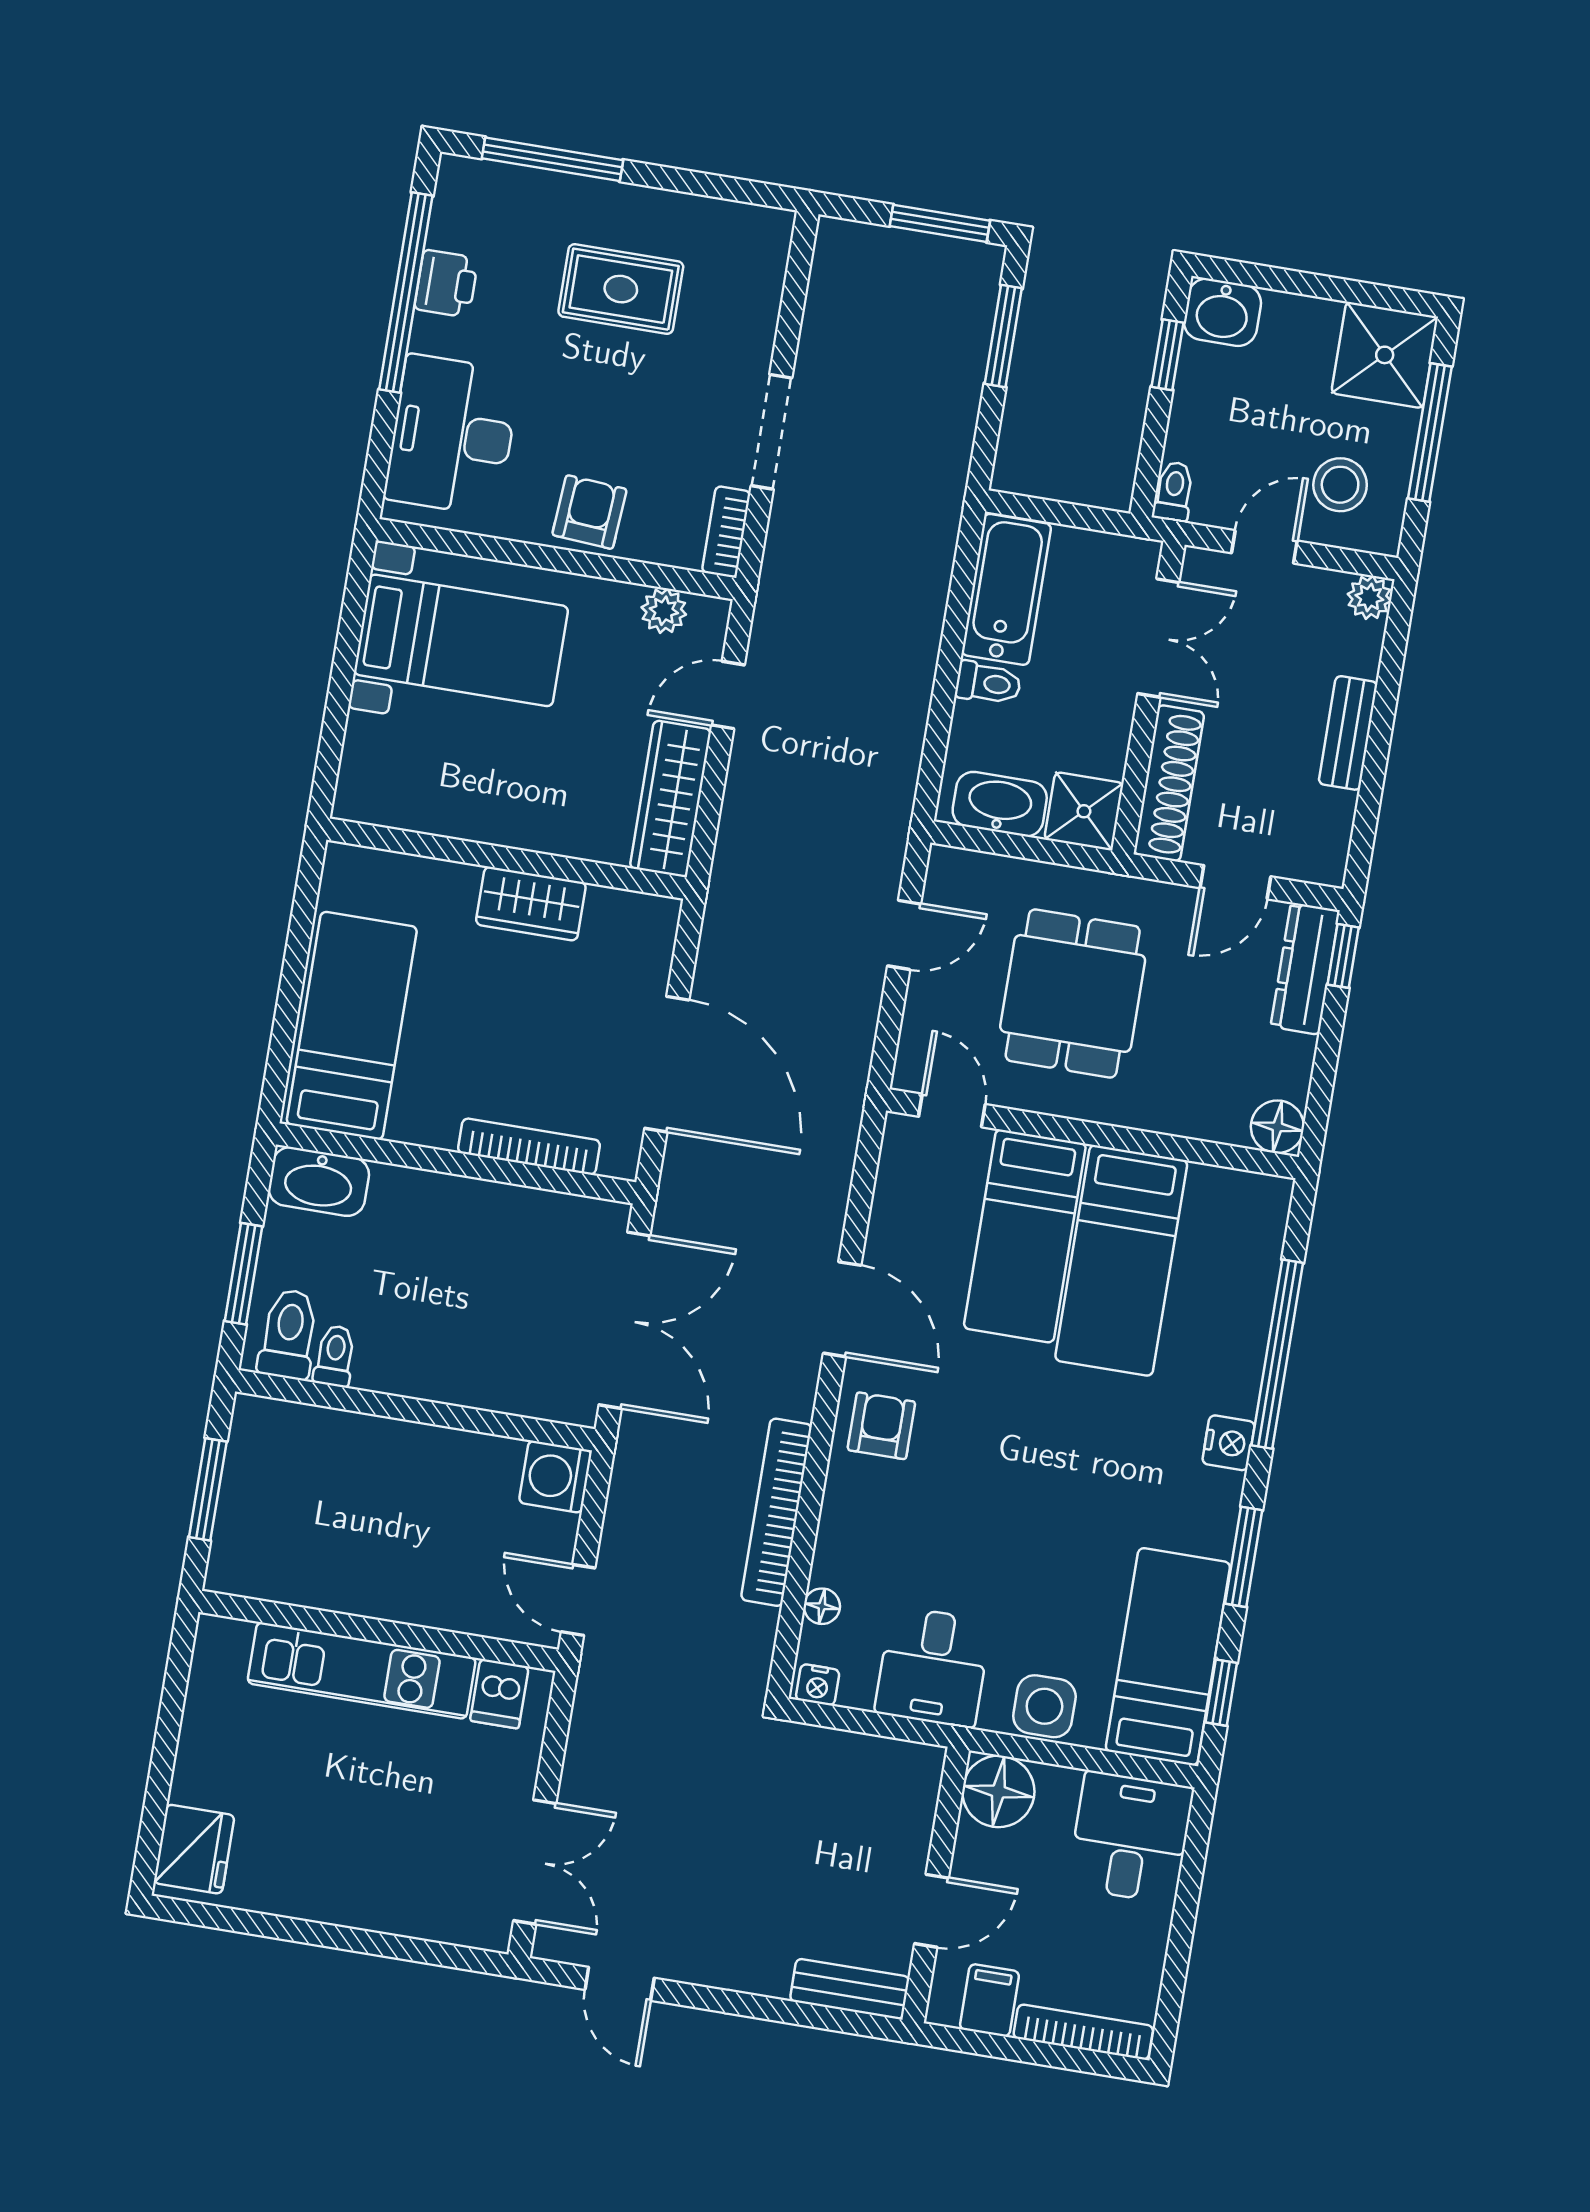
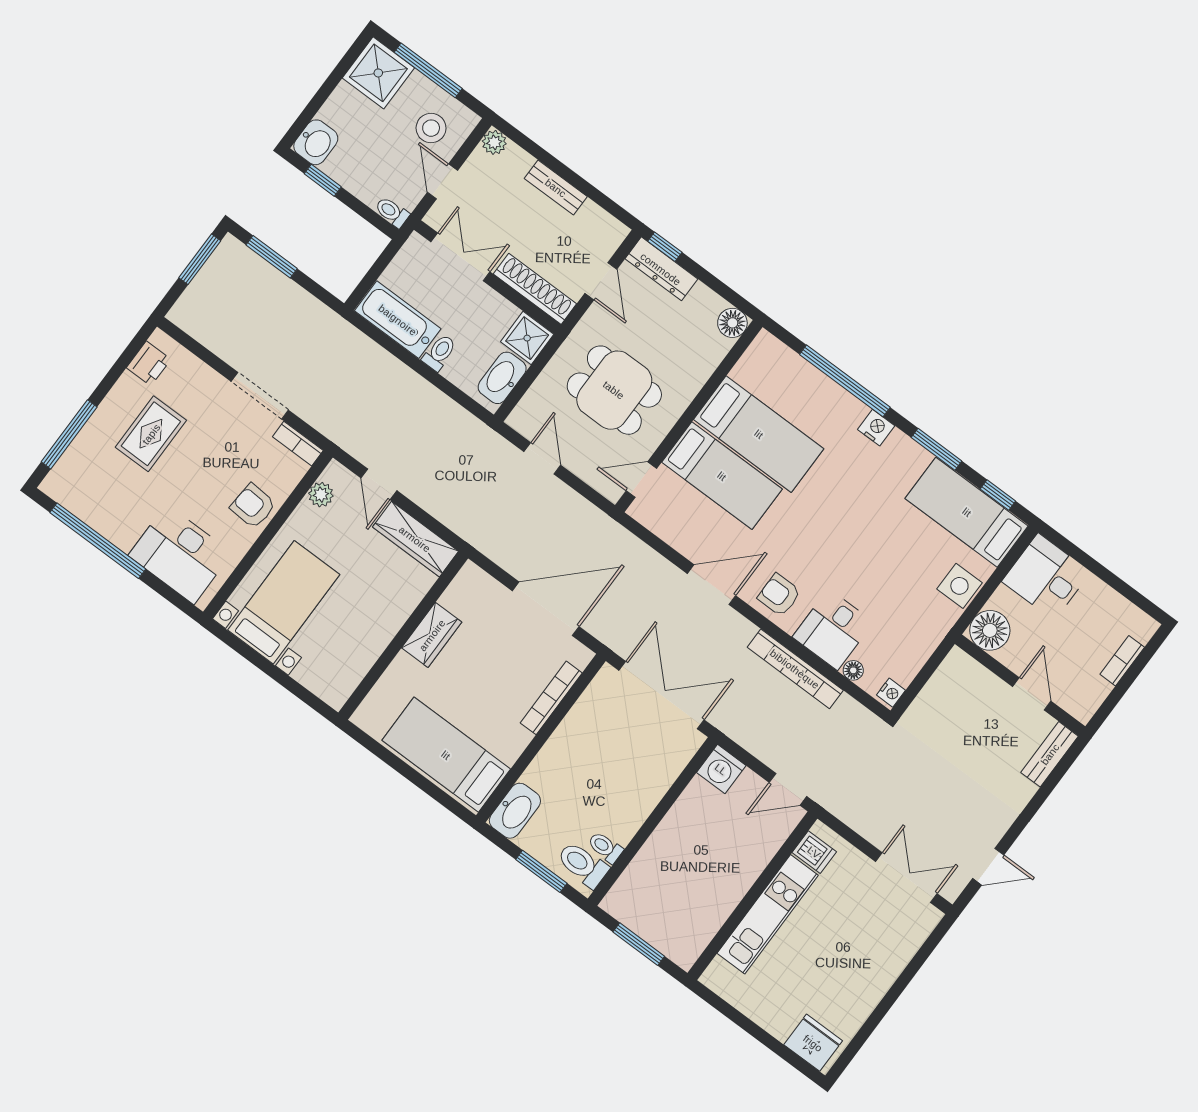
printer: (446, 284) -> (149, 363), moved, turned 90
desk: (933, 1667) -> (833, 630), moved, turned 90
filing cabinet: (989, 2000) -> (1091, 688), removed
bookcase: (1083, 2032) -> (1122, 661), width x0.64

